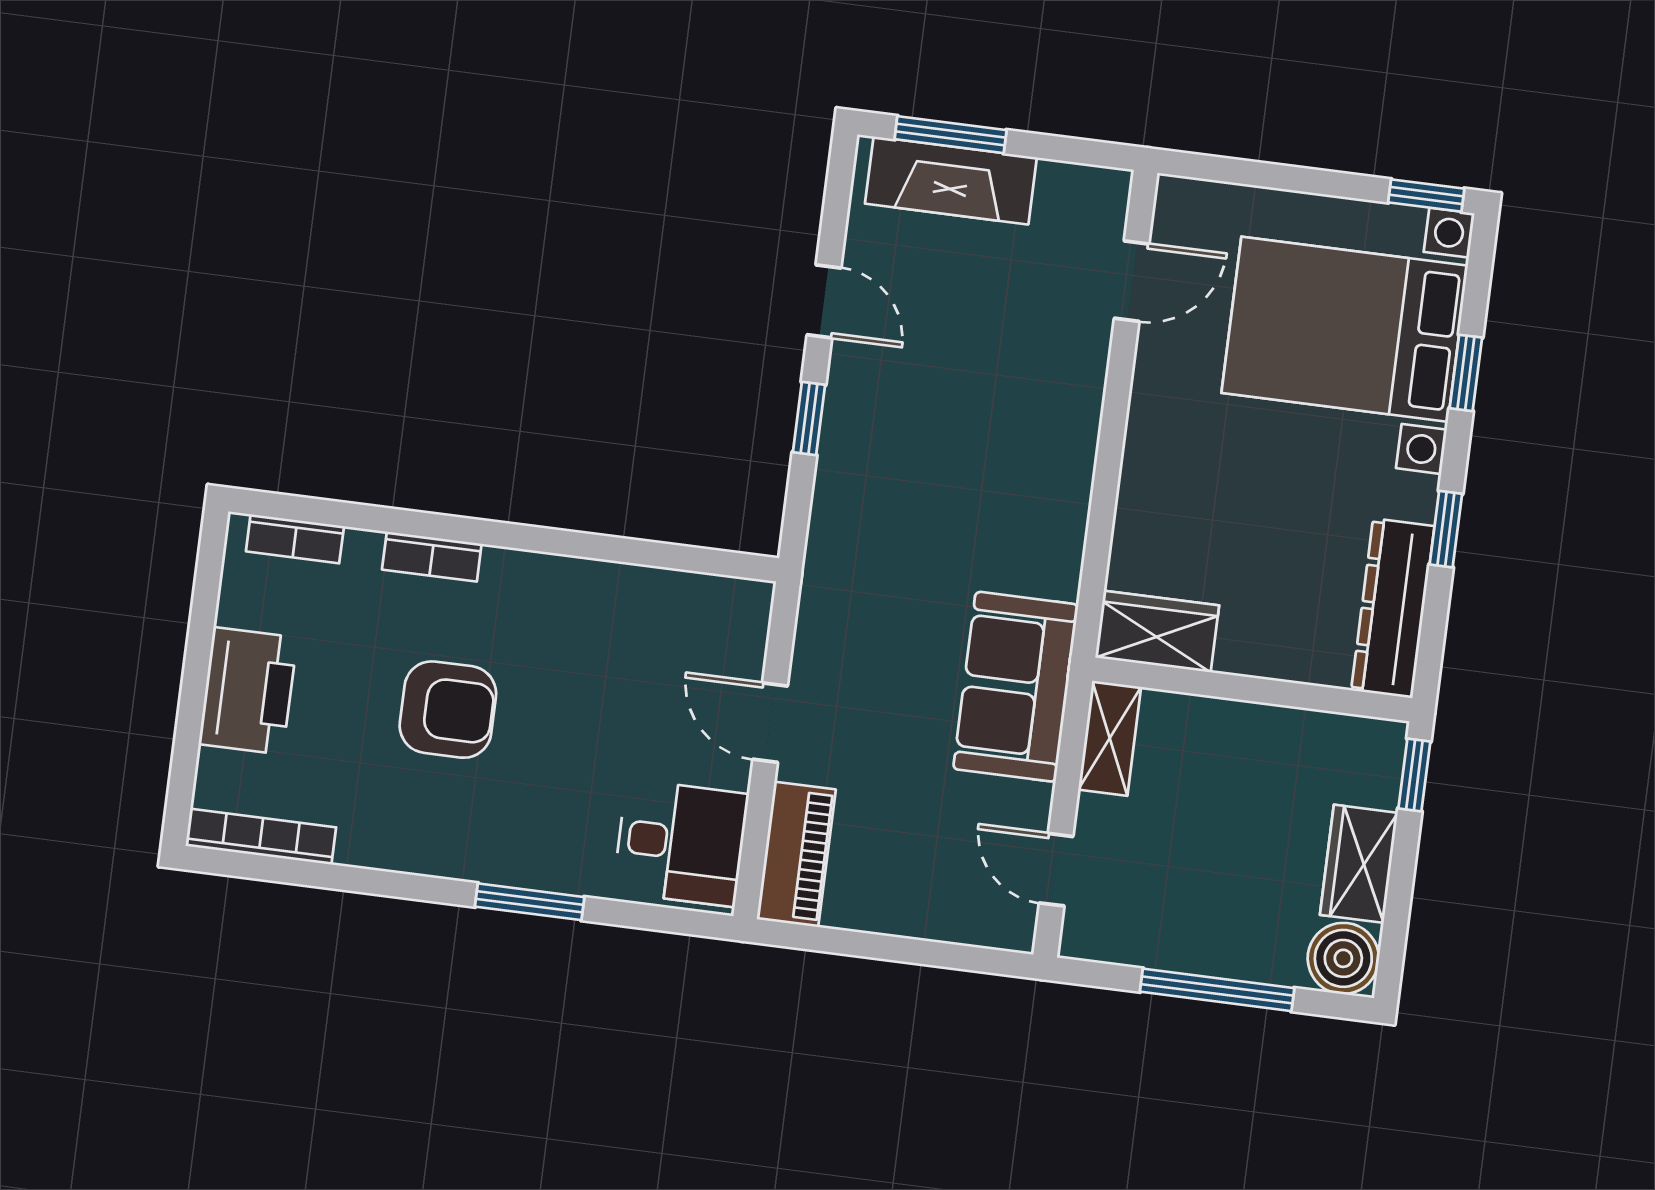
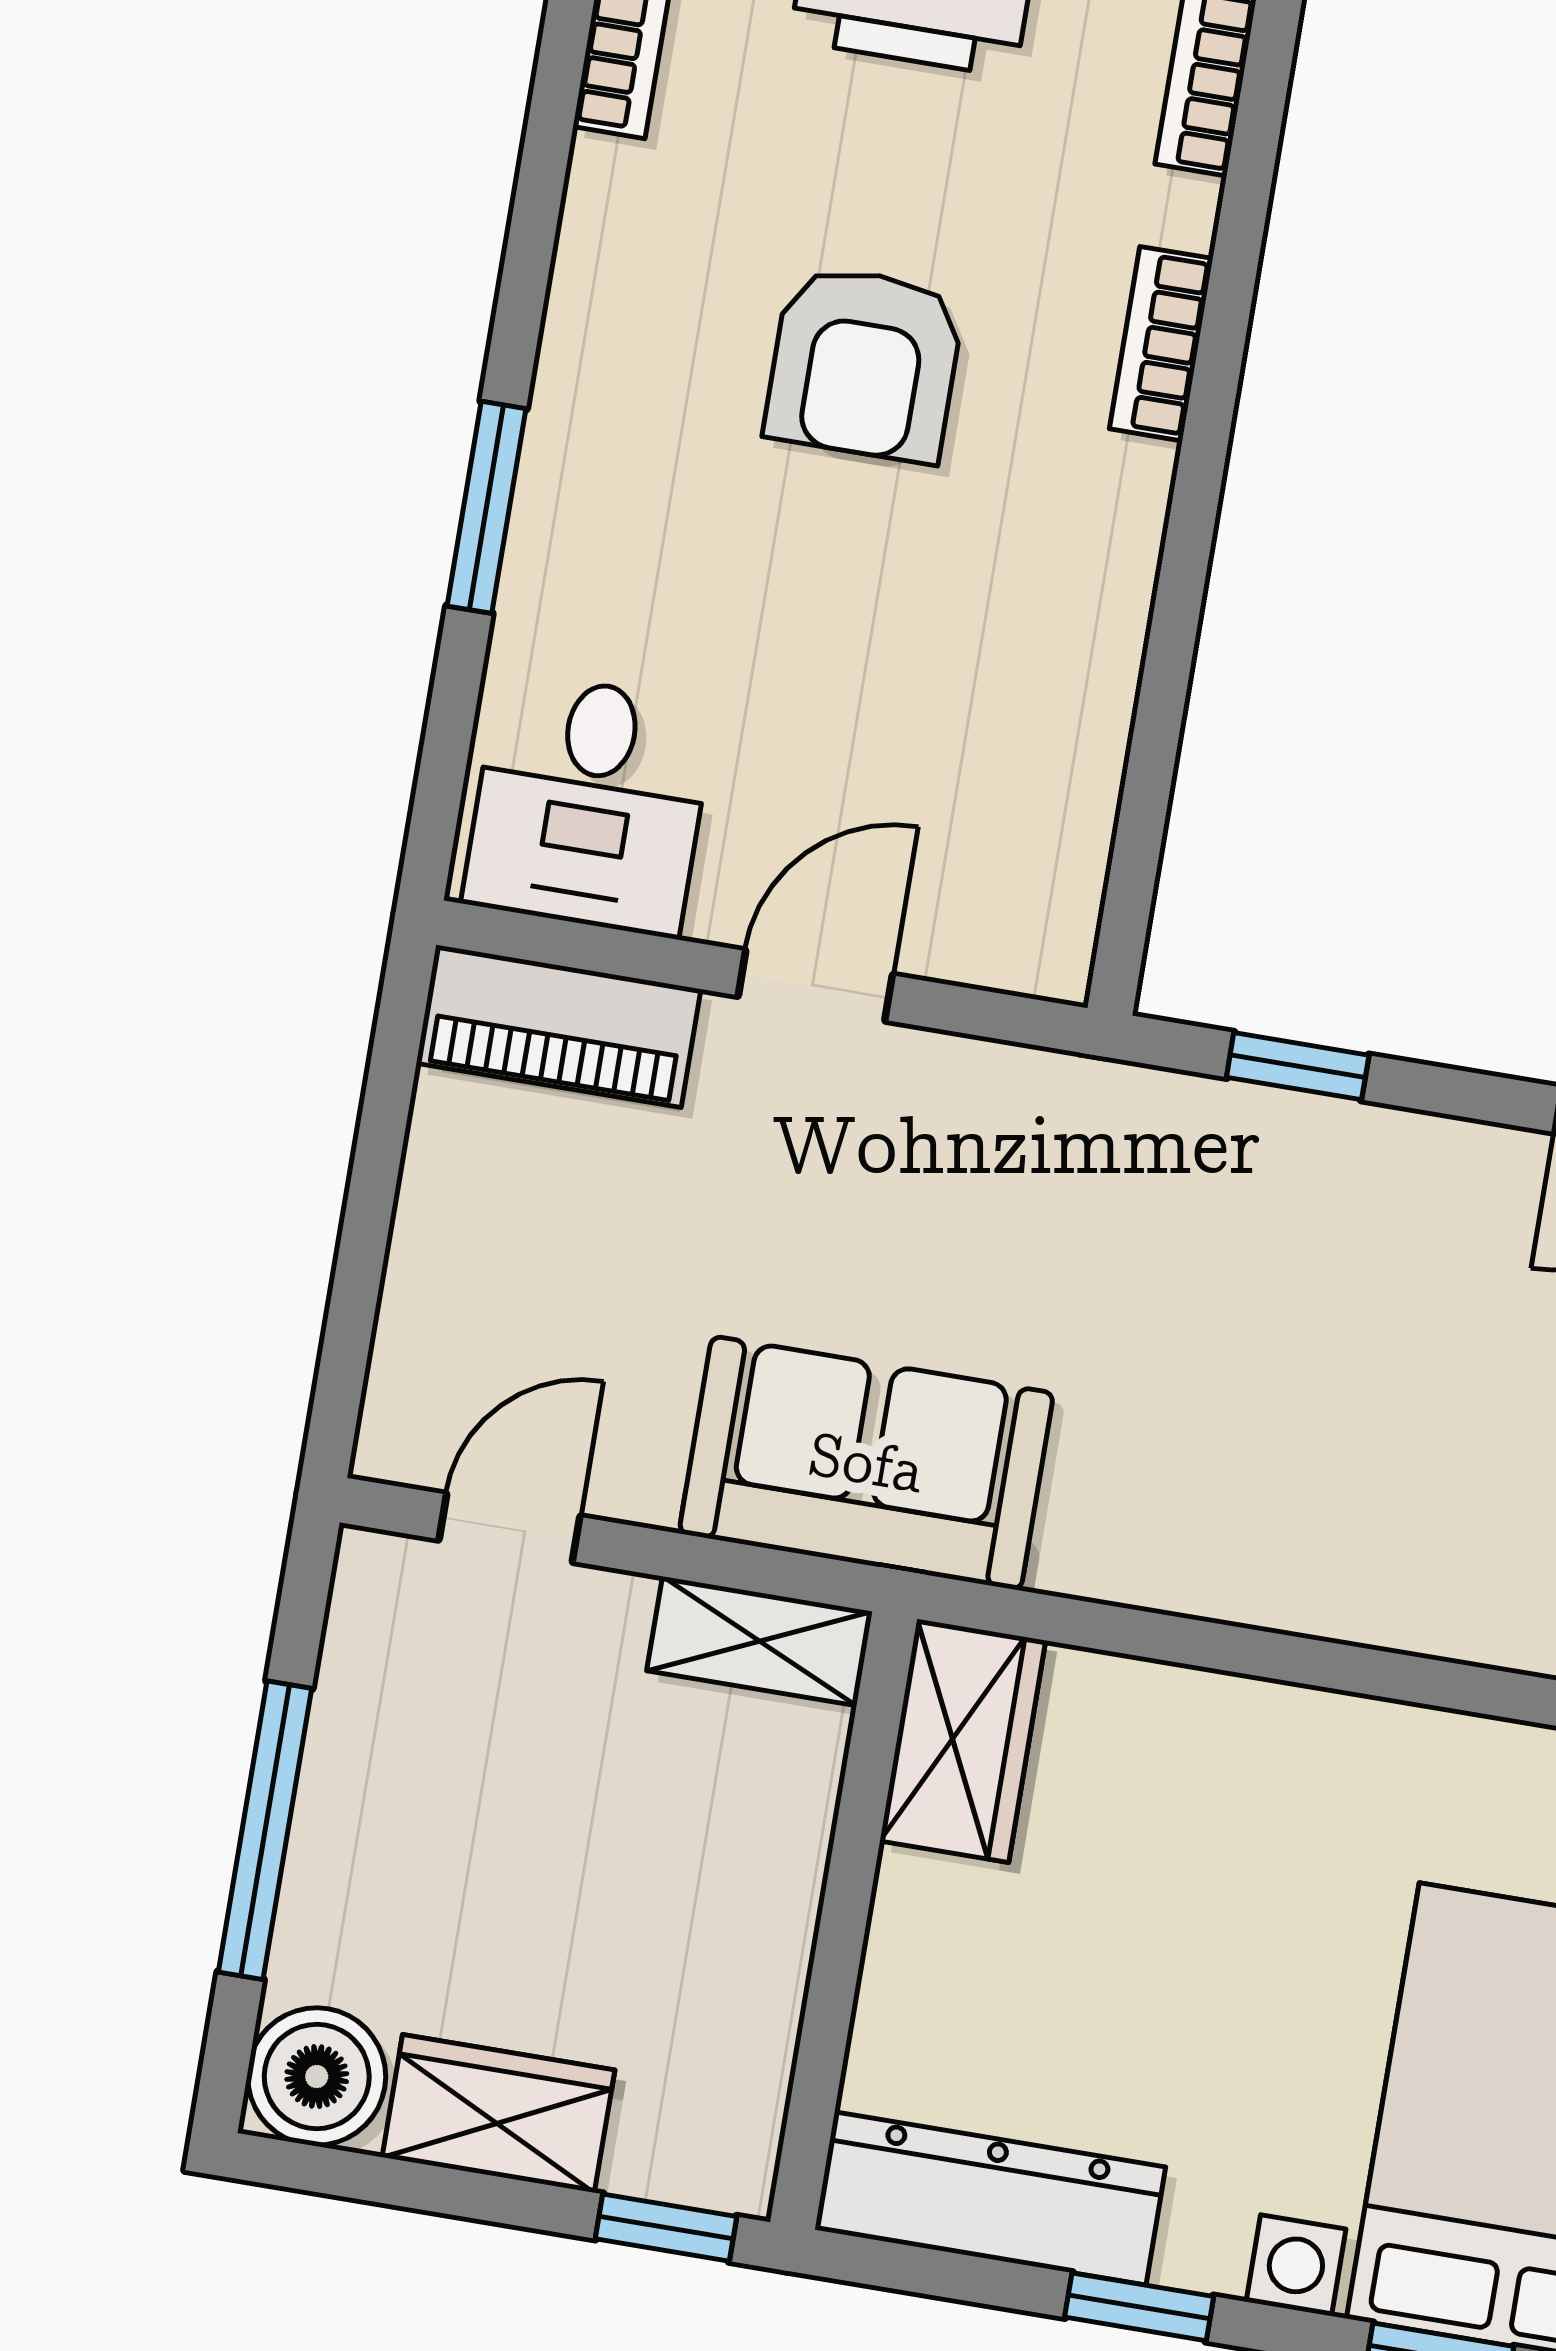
window: (809, 418) -> (1298, 1066), moved

